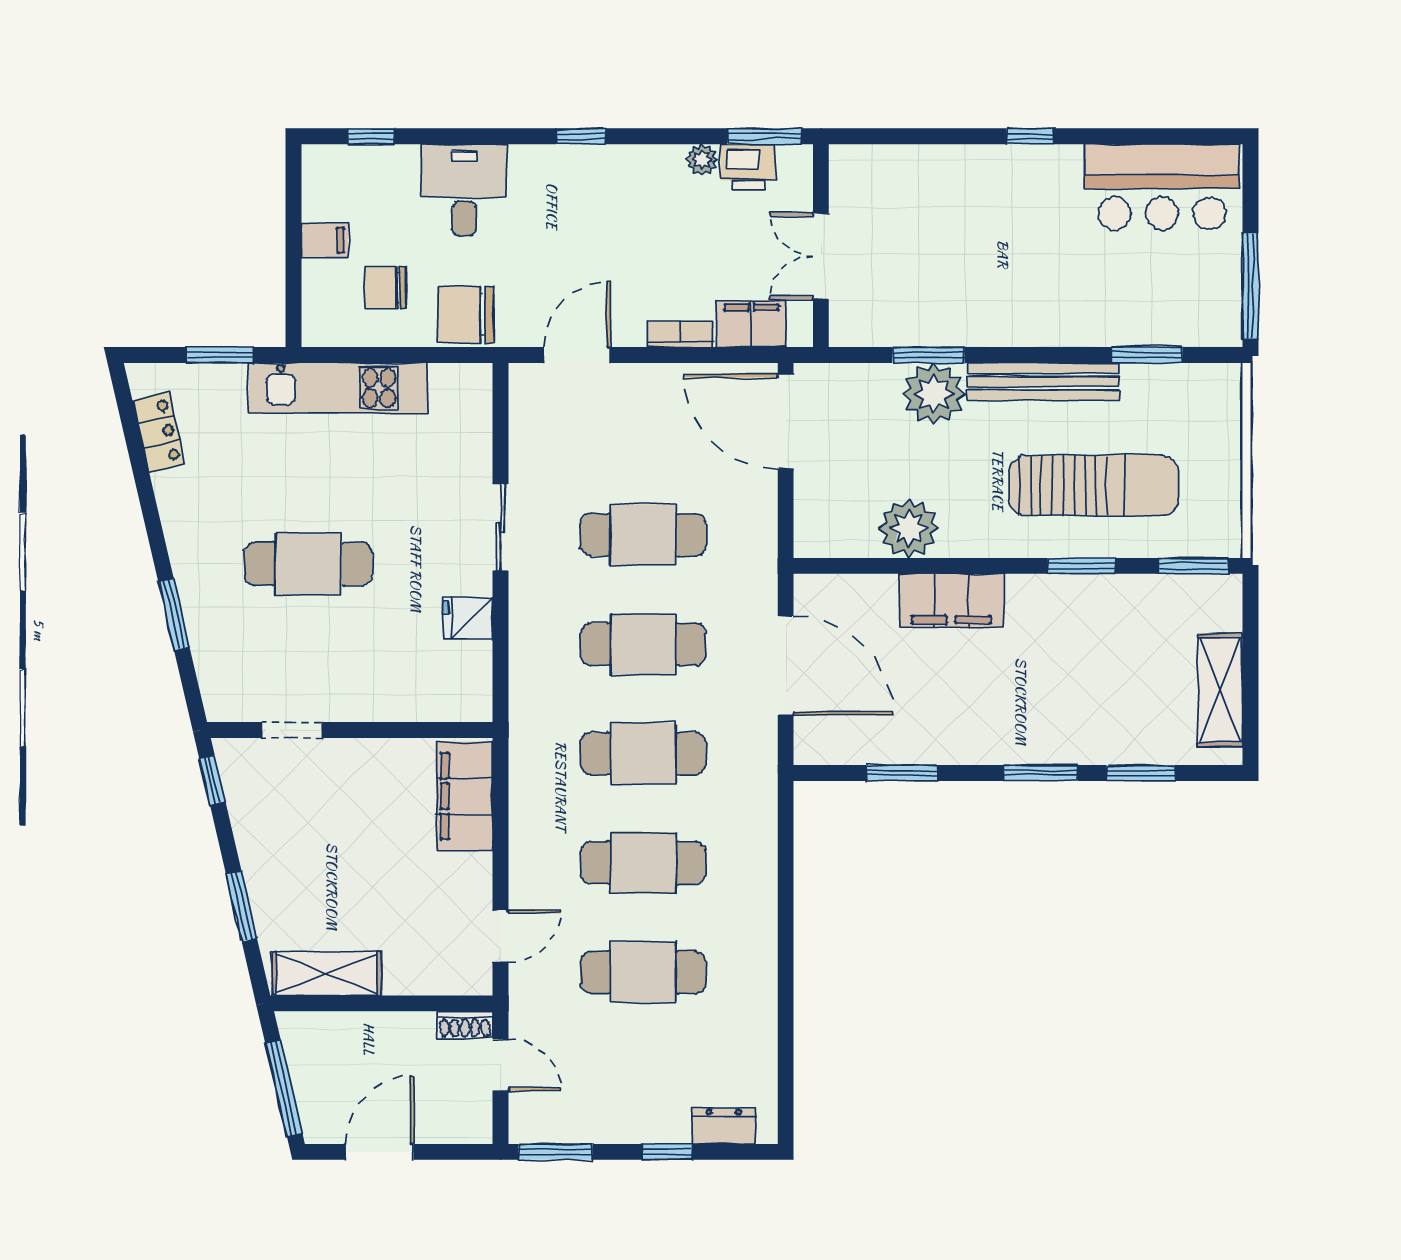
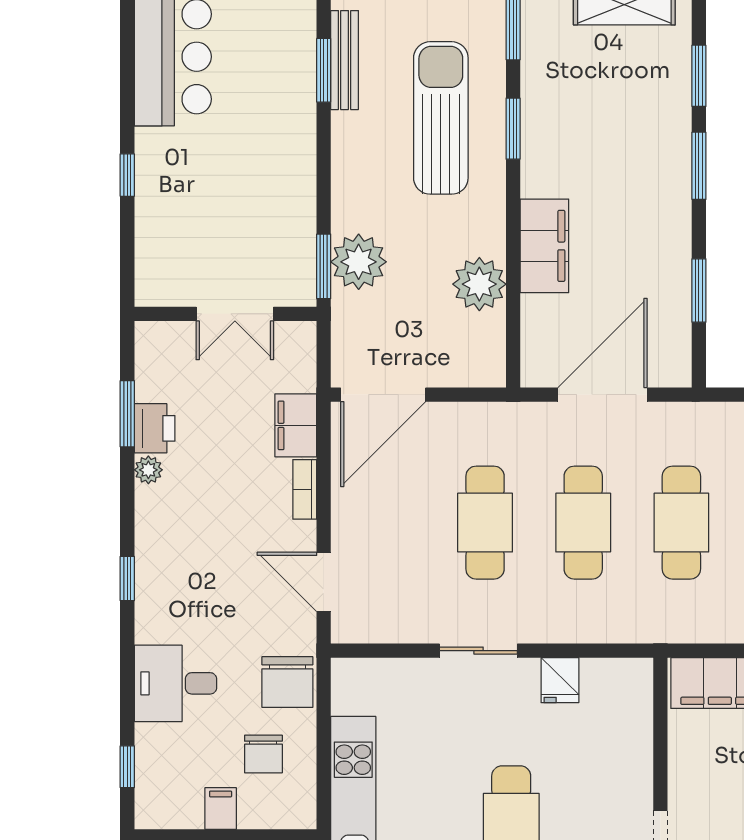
wall: (821, 246) -> (225, 314), moved
double door: (821, 256) -> (235, 314), moved
bench: (1043, 382) -> (345, 60), moved, width x0.73, depth x0.82

